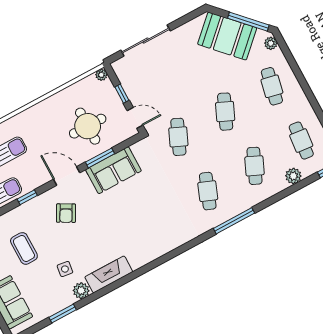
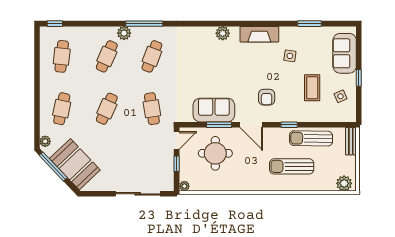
door: (135, 118) -> (177, 140), swing flipped
cafe table: (178, 137) -> (152, 109), turned -33
plant: (293, 176) -> (124, 33), moved
armchair: (66, 213) -> (267, 97), turned 151
plant: (81, 291) -> (223, 33), moved

